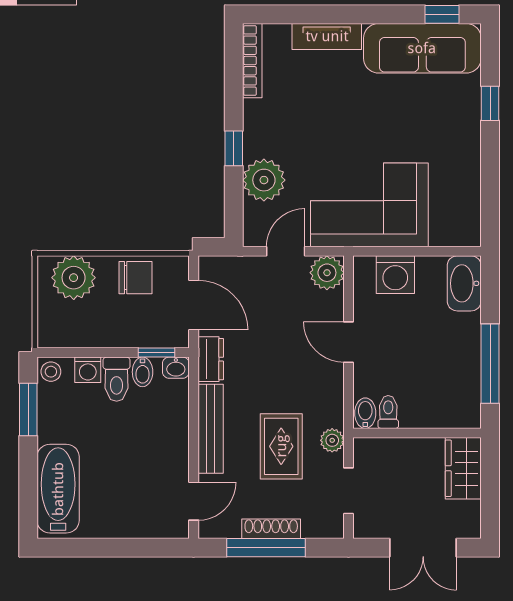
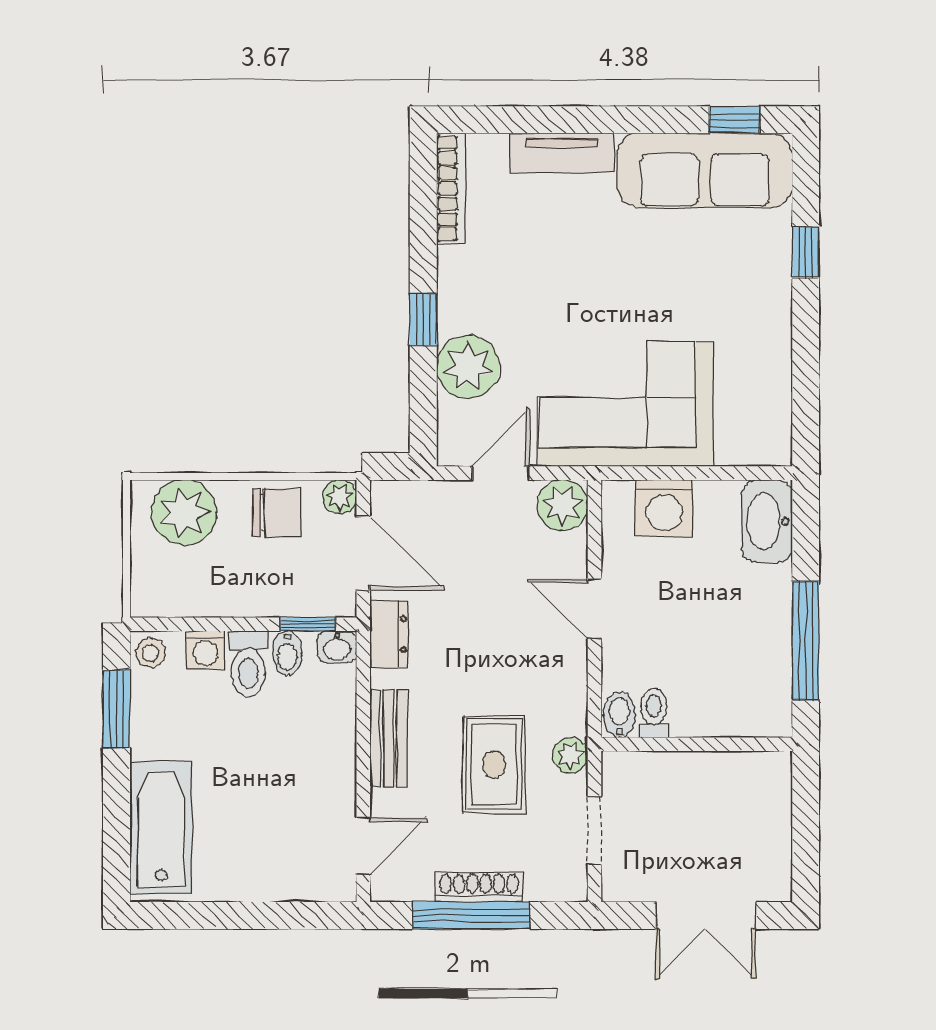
plant: (178, 267) -> (340, 497), added
bench: (211, 429) -> (389, 738), width x0.73
wardrobe: (463, 468) -> (766, 797), removed

